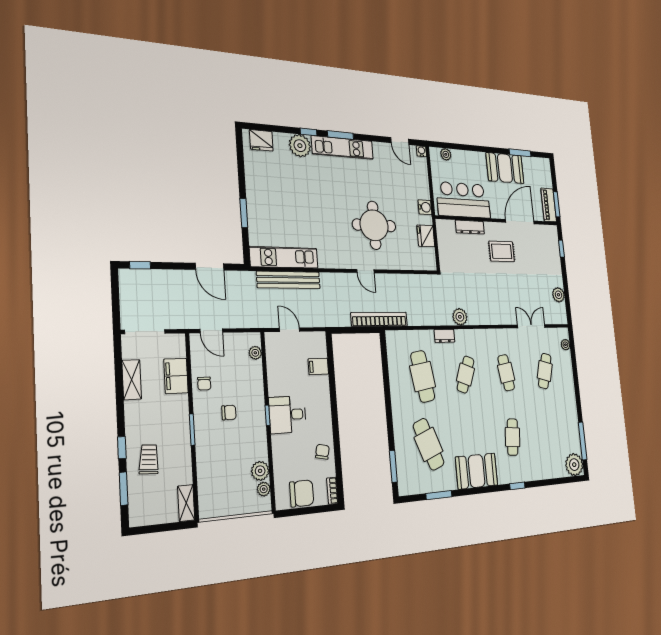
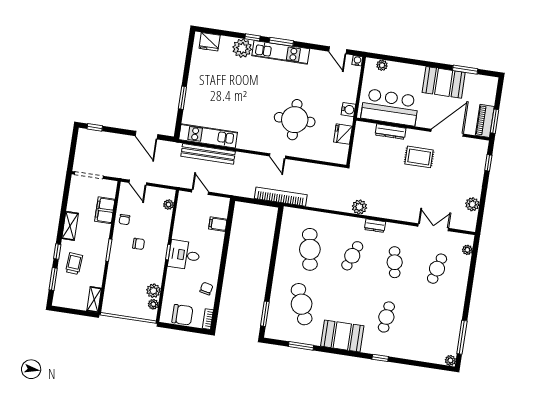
dresser: (444, 336) -> (375, 226), moved
shelving: (132, 380) -> (70, 226), moved
plant: (574, 465) -> (450, 360), width x0.53, depth x0.53

